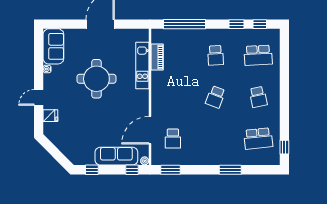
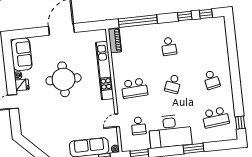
school desk: (258, 55) -> (134, 88), moved
piano: (157, 57) -> (115, 41), moved
kitchen unit: (142, 66) -> (105, 71), width x1.36
fridge: (50, 116) -> (22, 85), moved
door: (150, 130) -> (117, 120), width x0.53
desk: (207, 148) -> (170, 131), added

